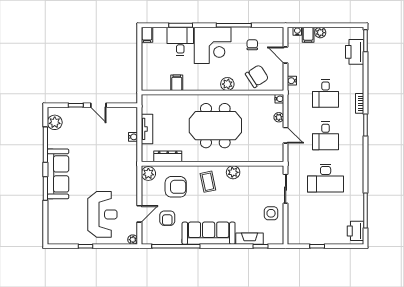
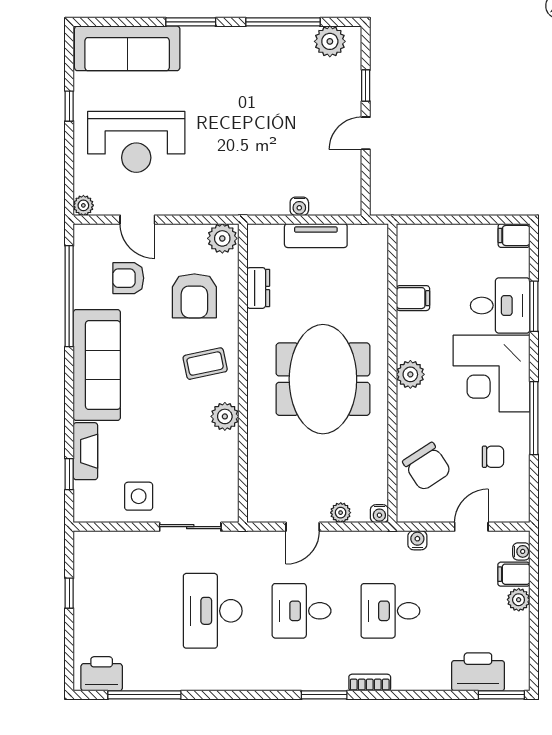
plant: (227, 84) -> (410, 374), moved
dresser: (168, 156) -> (258, 288), width x0.70
sofa: (58, 174) -> (127, 48), moved

